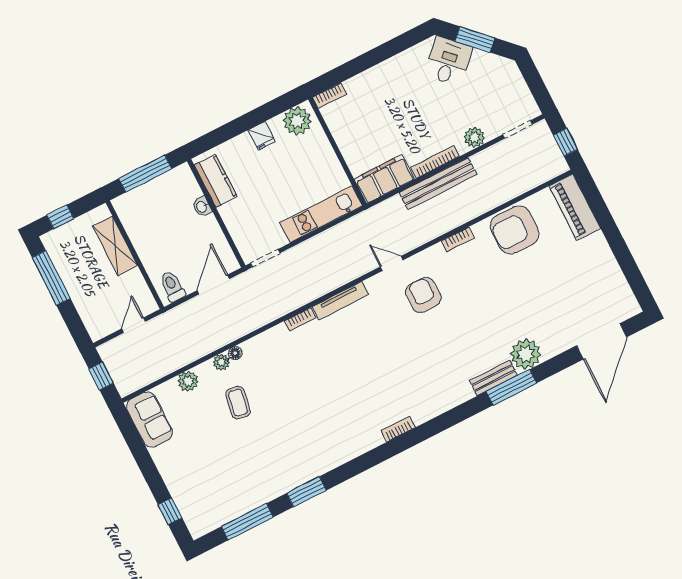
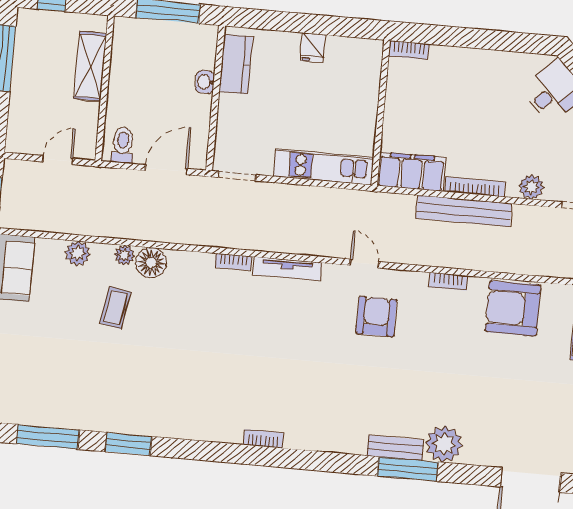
plant: (297, 121) -> (359, 55), removed
floor lamp: (235, 353) -> (151, 263), width x1.89, depth x1.89

